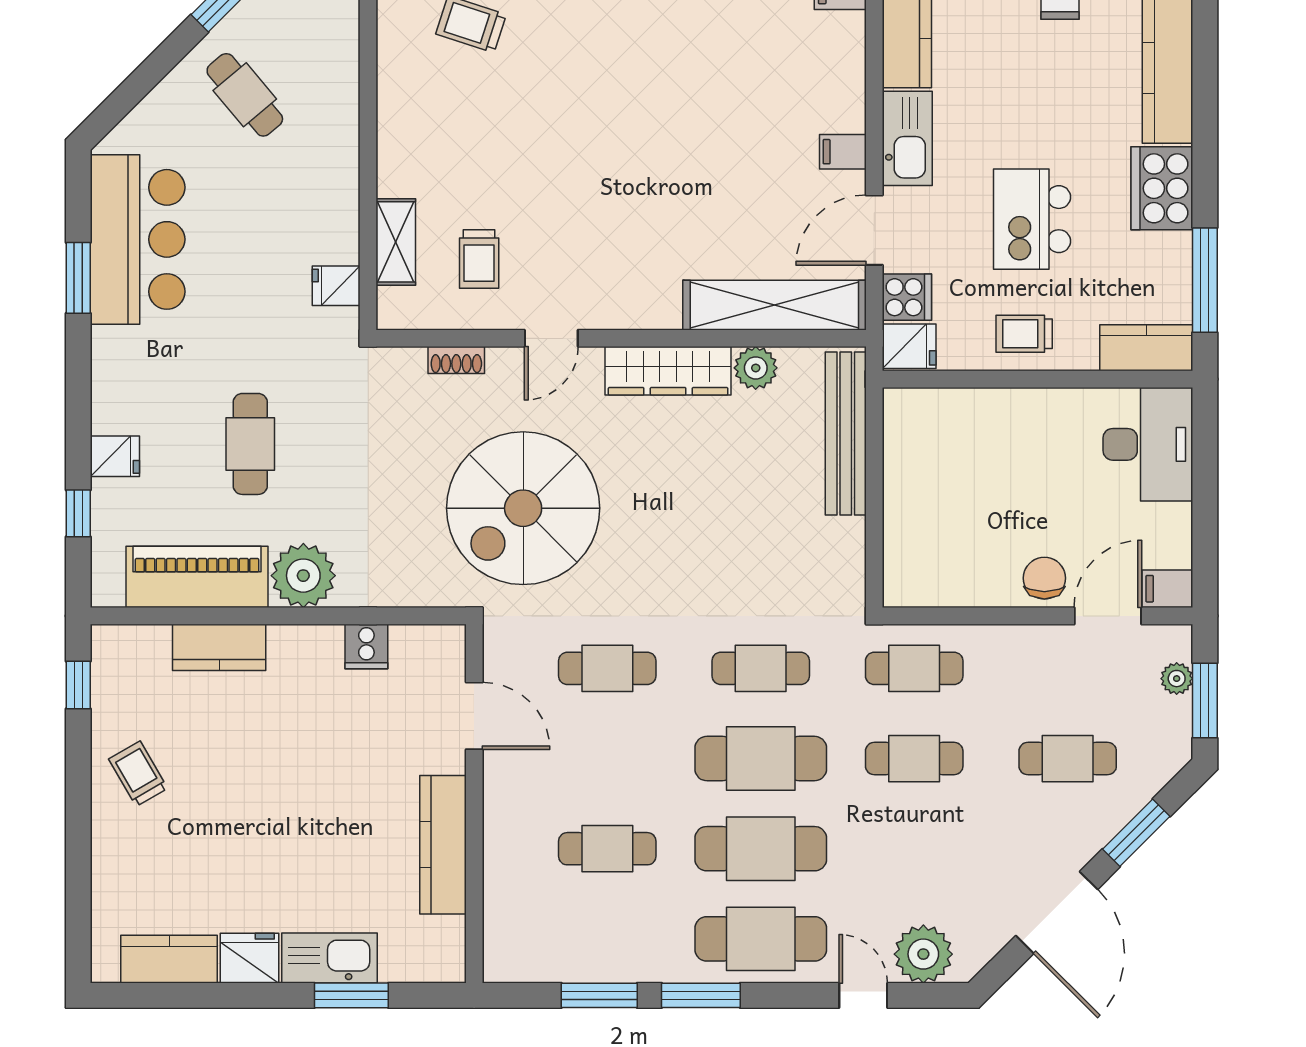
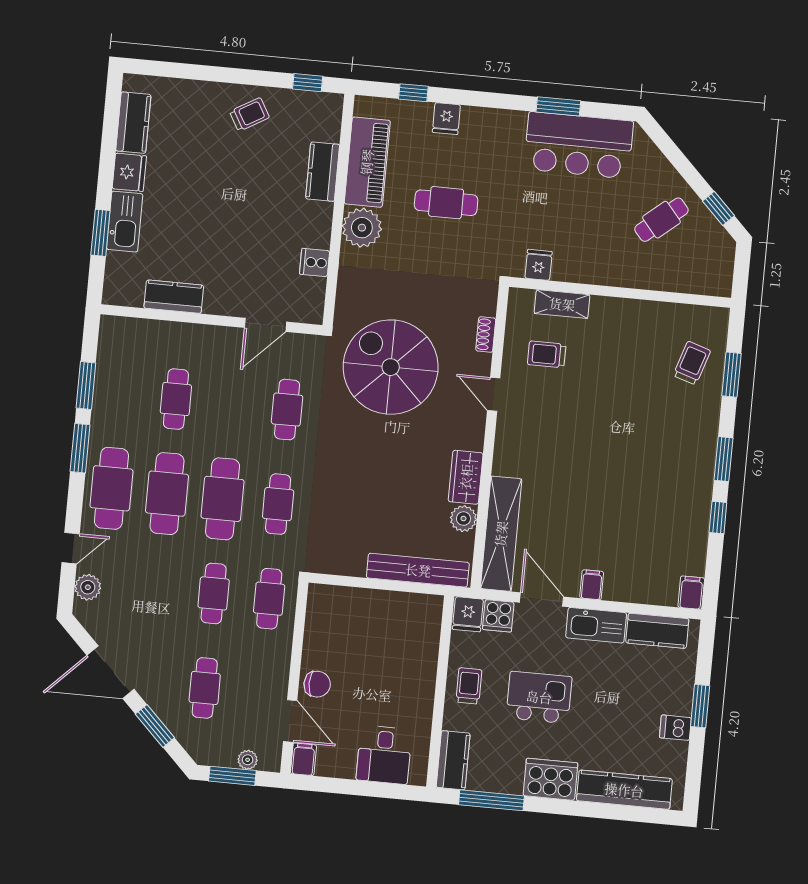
wardrobe: (668, 371) -> (466, 477), width x0.67
desk: (1148, 444) -> (384, 755), width x0.73
kitchen counter: (443, 845) -> (174, 297), width x0.67
plant: (923, 954) -> (88, 587), width x0.73, depth x0.73

